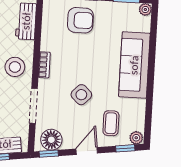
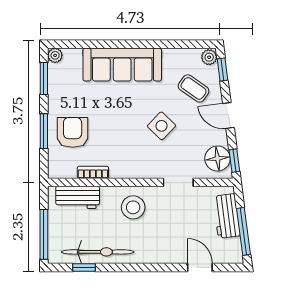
bookcase: (44, 65) -> (93, 172), moved
doorway: (34, 106) -> (178, 182), width x0.73
coffee table: (111, 123) -> (194, 88), turned 35

